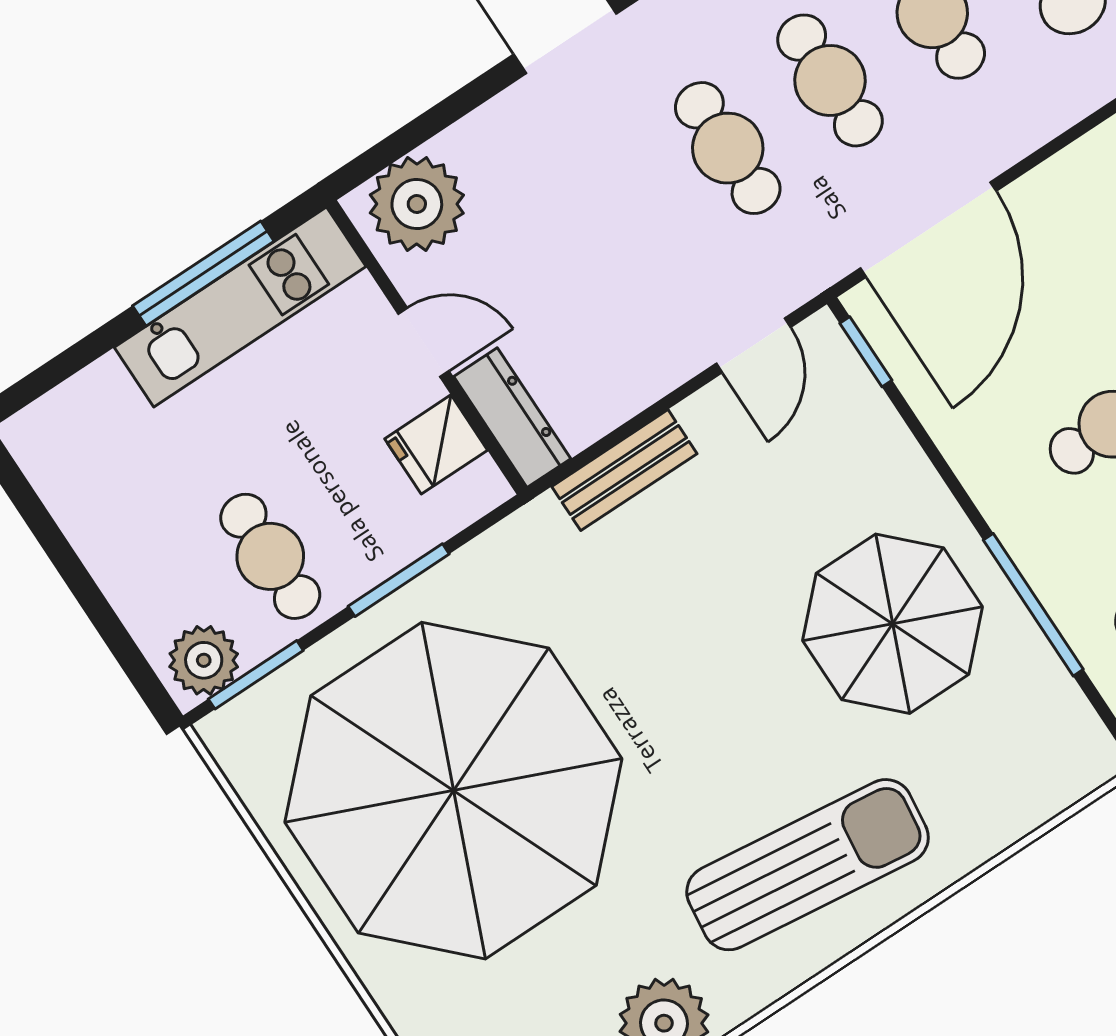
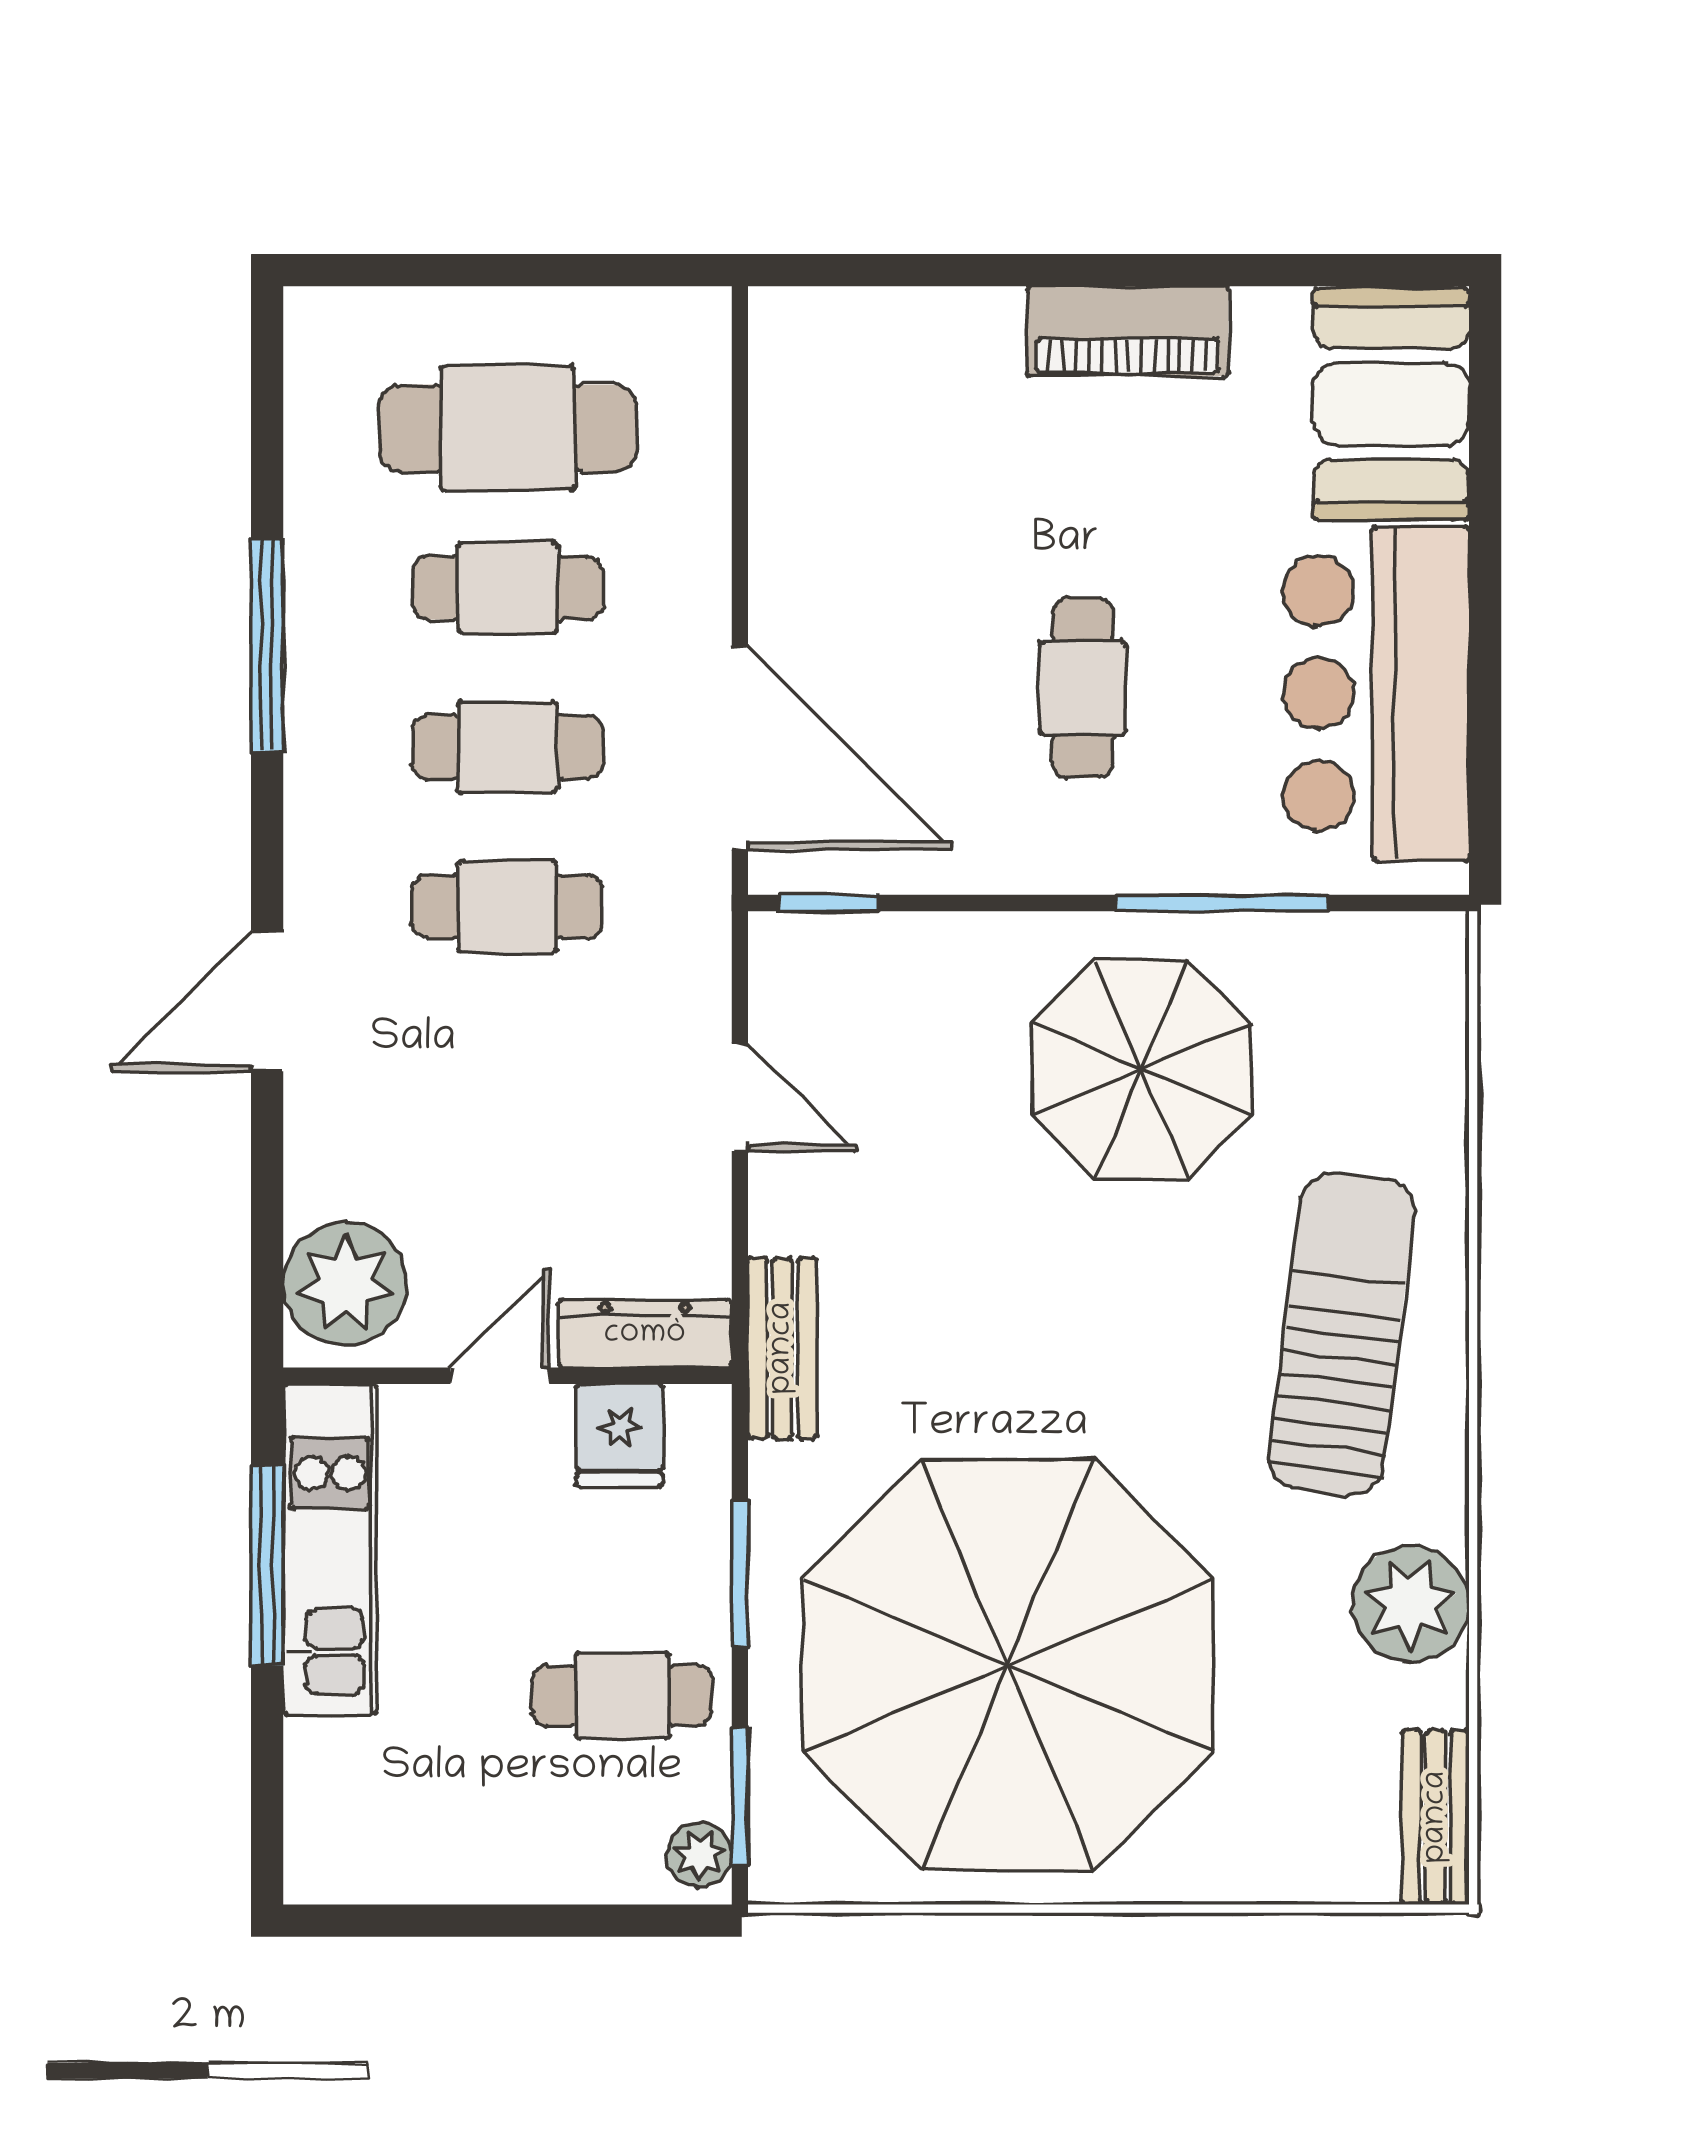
door: (753, 345) -> (740, 1098), moved
bench: (624, 470) -> (782, 1348), moved
plant: (204, 660) -> (699, 1855), width x0.73, depth x0.73

